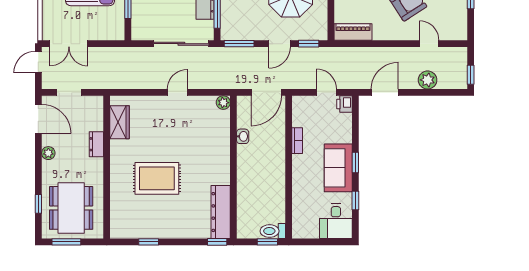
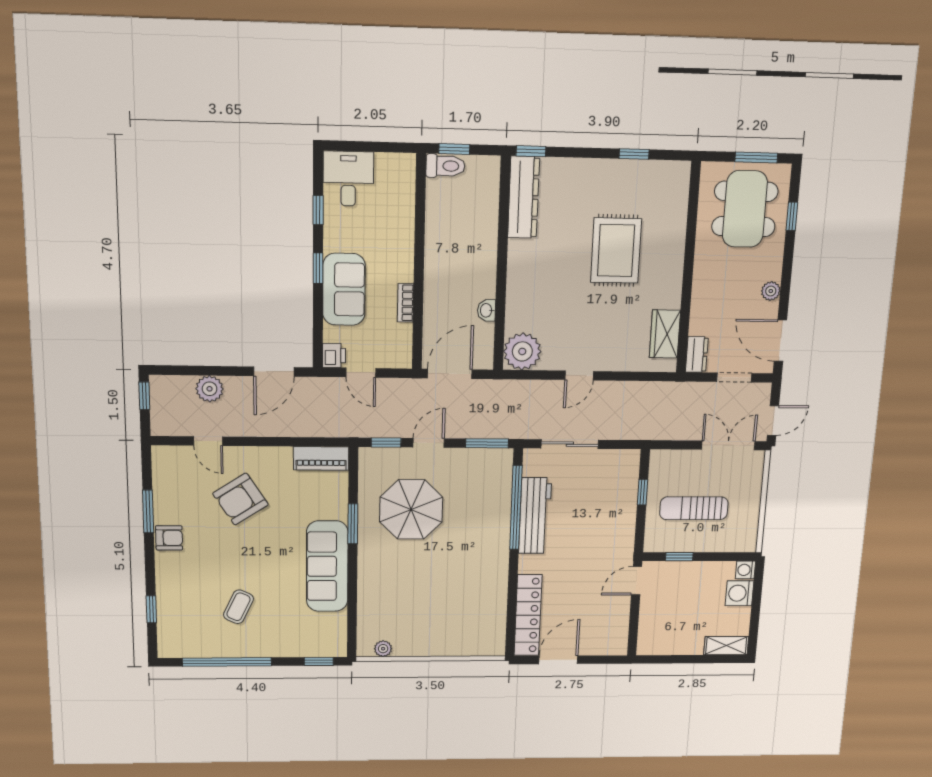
sliding door: (181, 44) -> (570, 444), width x0.73
plant: (223, 103) -> (522, 351), width x1.88, depth x1.88
dresser: (96, 144) -> (697, 355), moved
sofa: (338, 168) -> (344, 289), moved
rug: (157, 178) -> (616, 251), turned 90

